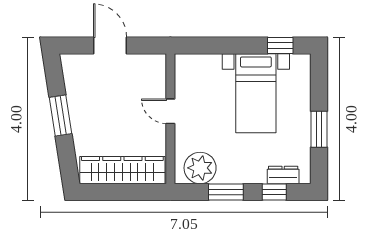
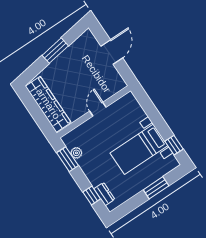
window: (319, 129) -> (156, 188), moved
plant: (200, 168) -> (76, 153), width x0.53, depth x0.53
window: (226, 192) -> (68, 159), moved

